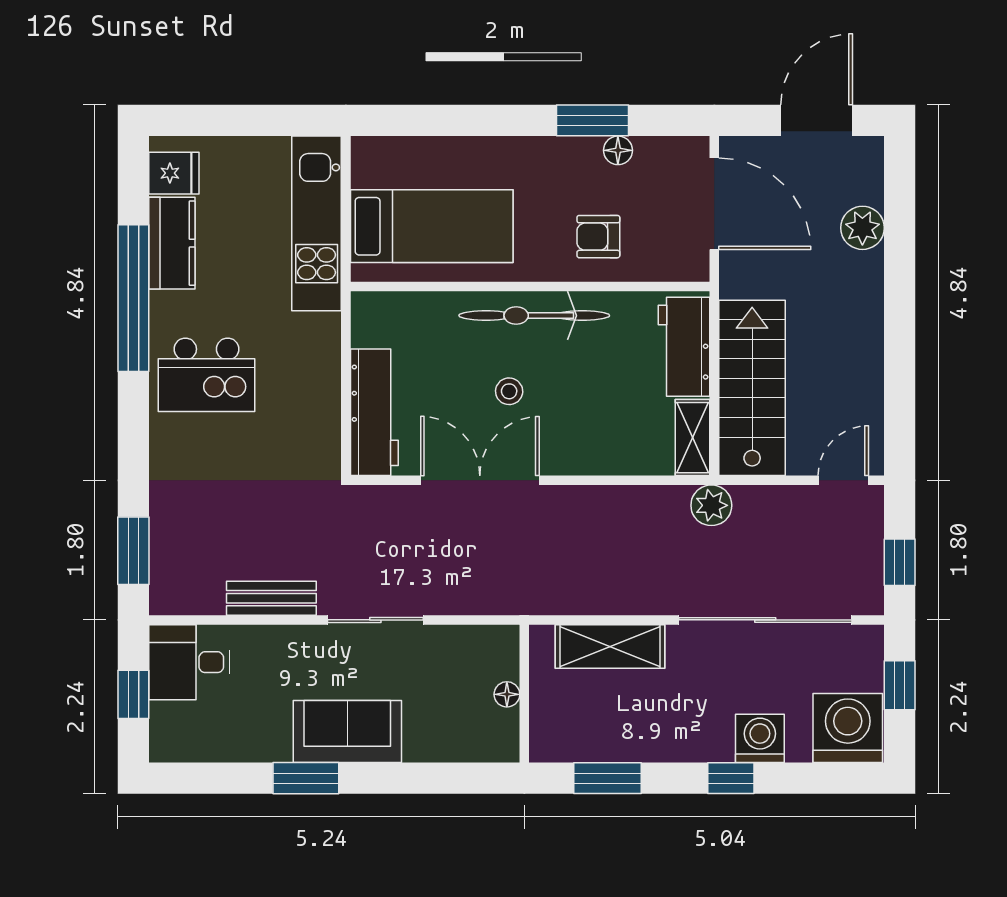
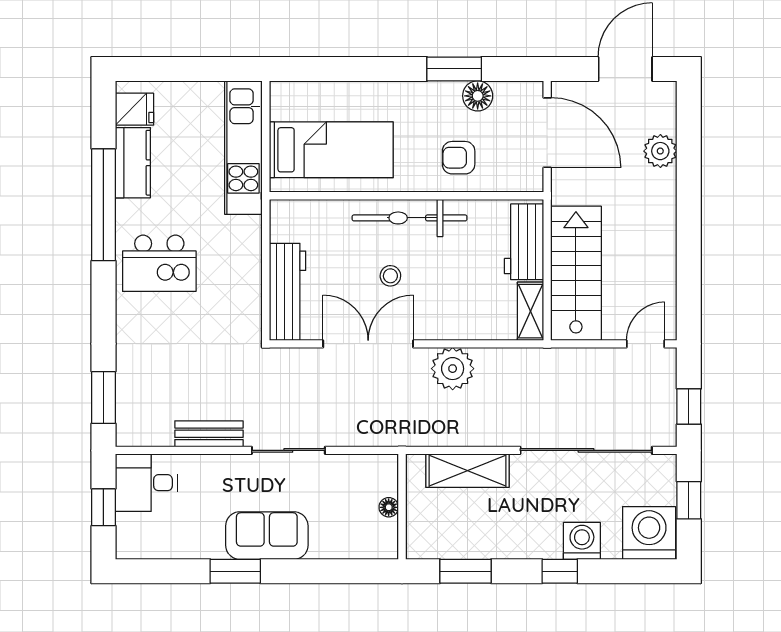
floor lamp: (618, 150) -> (478, 96), width x1.37, depth x1.37
plant: (711, 505) -> (453, 369), moved, width x1.36, depth x1.36

